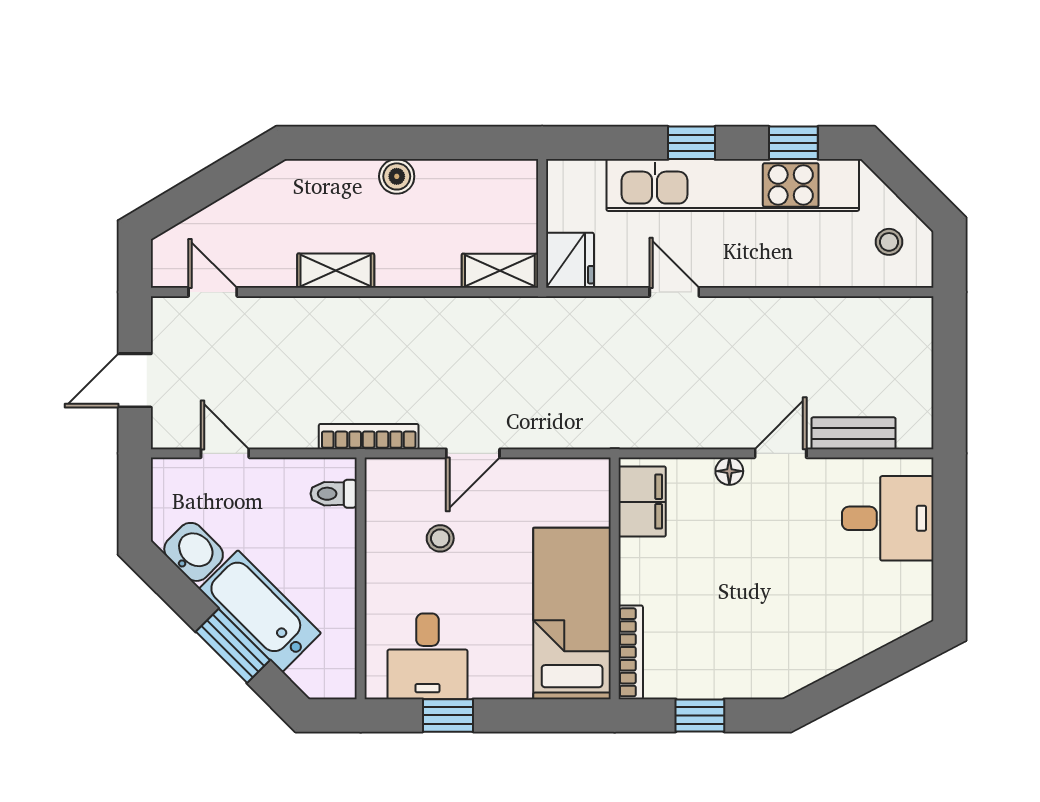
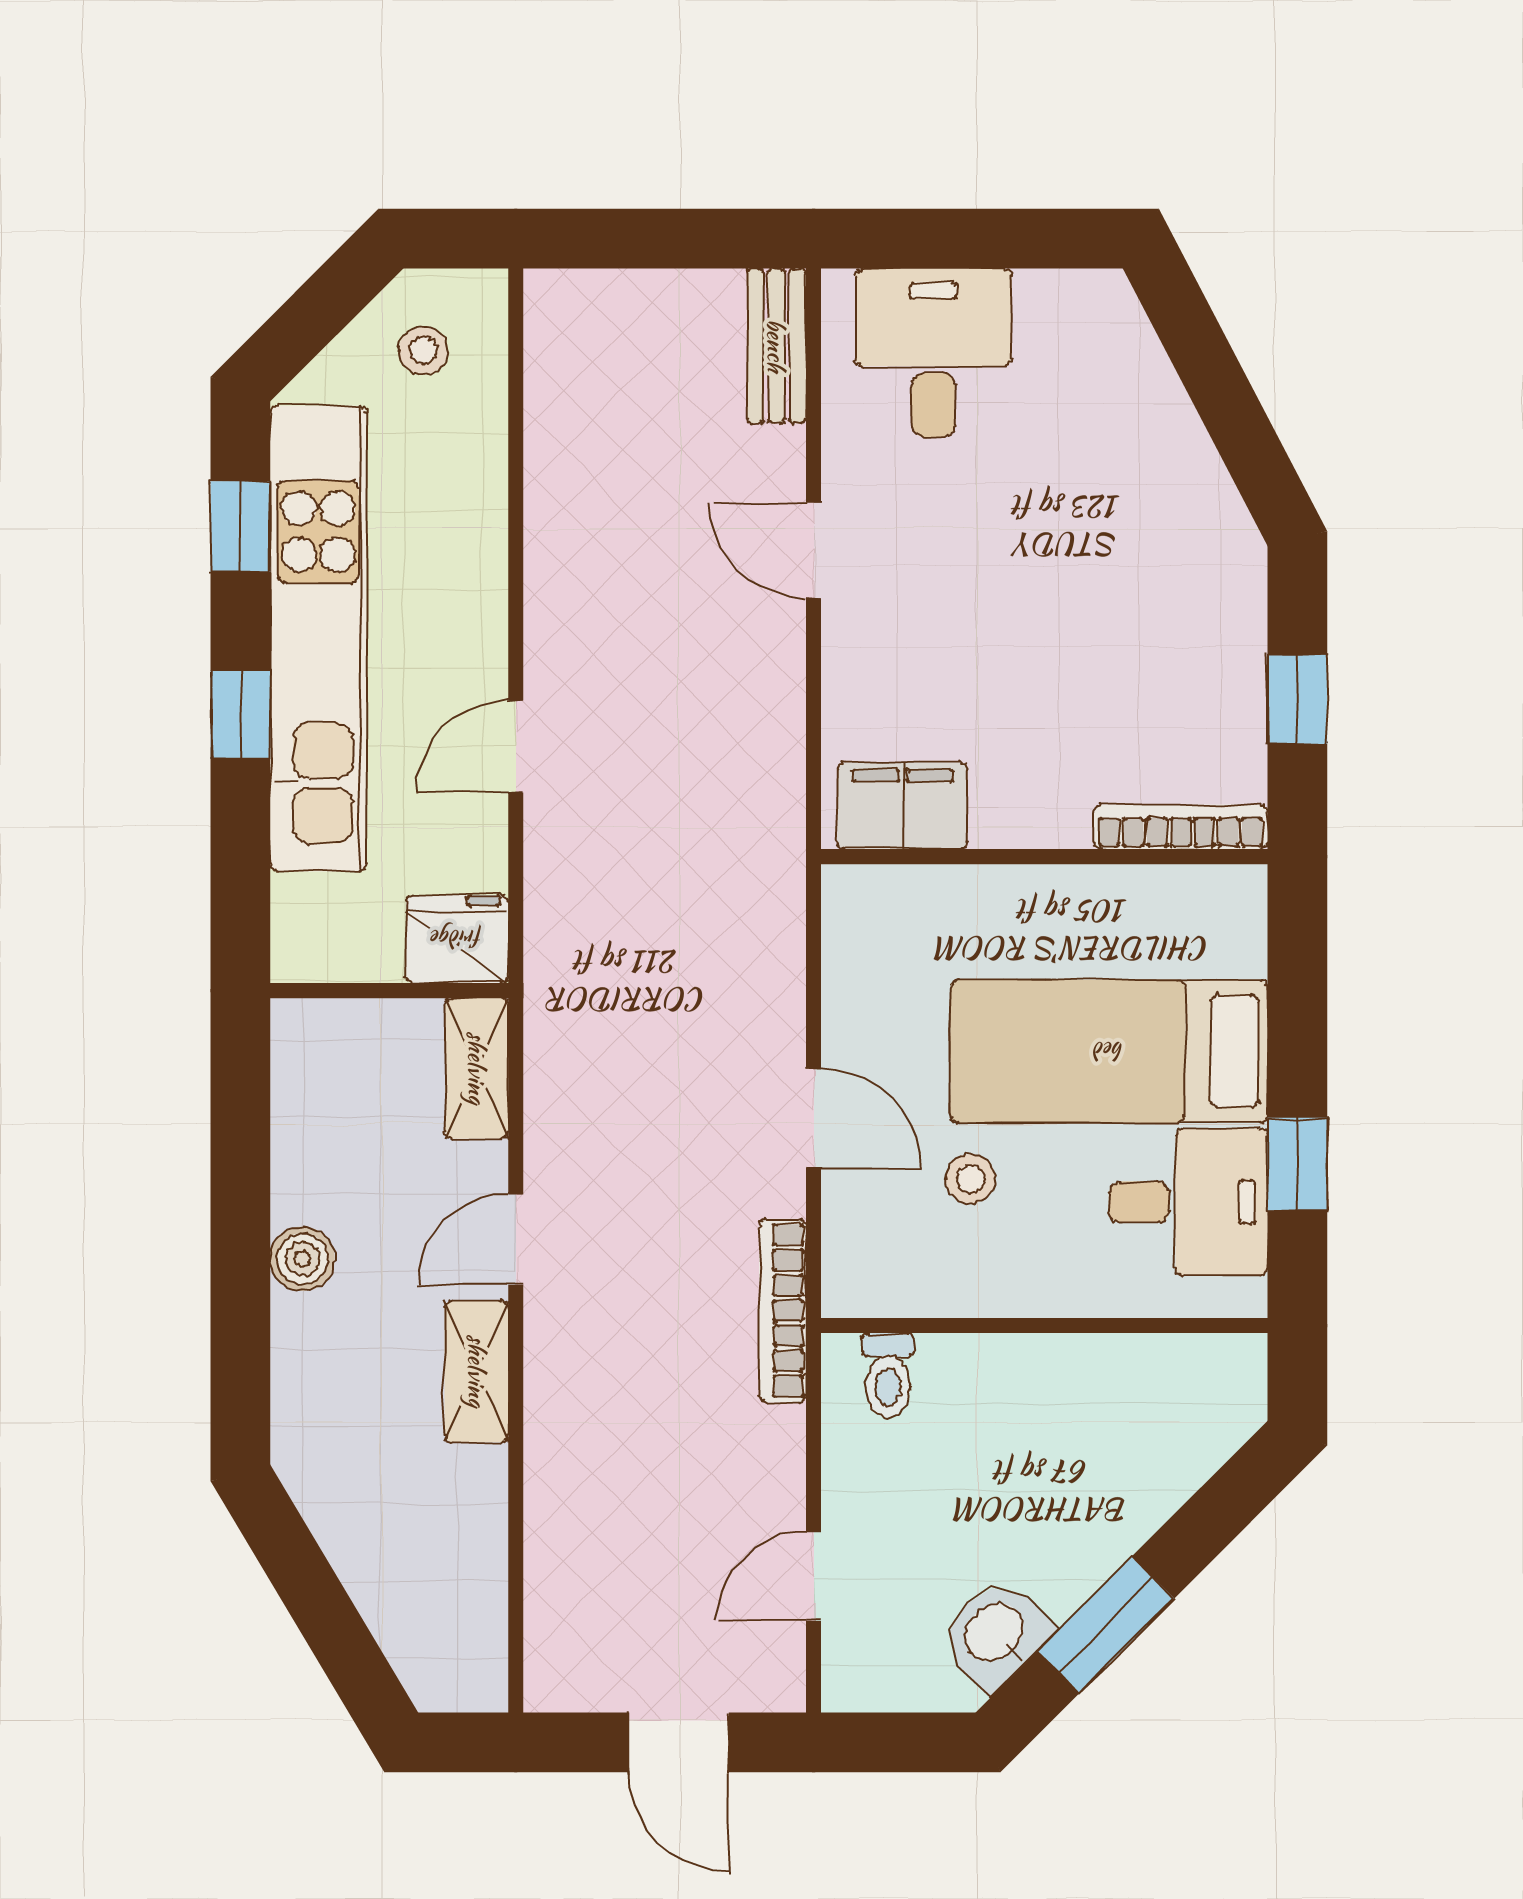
door: (213, 292) -> (516, 1240), moved
bench: (854, 433) -> (776, 346), moved
floor lamp: (729, 471) -> (846, 645), removed
bathtub: (260, 611) -> (1105, 1511), removed
bed: (572, 613) -> (1109, 1051), moved
window: (233, 646) -> (1106, 1625), moved

